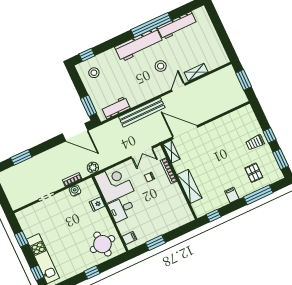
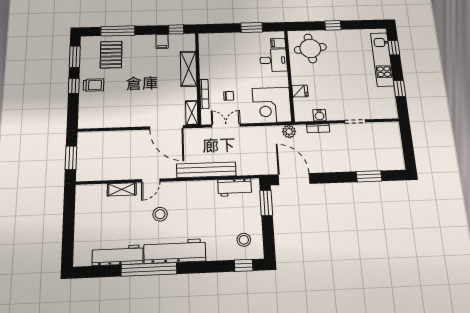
pallet: (254, 173) -> (111, 55), width x1.50, depth x1.42
filing cabinet: (232, 195) -> (162, 41), moved
desk: (122, 209) -> (273, 60), moved

